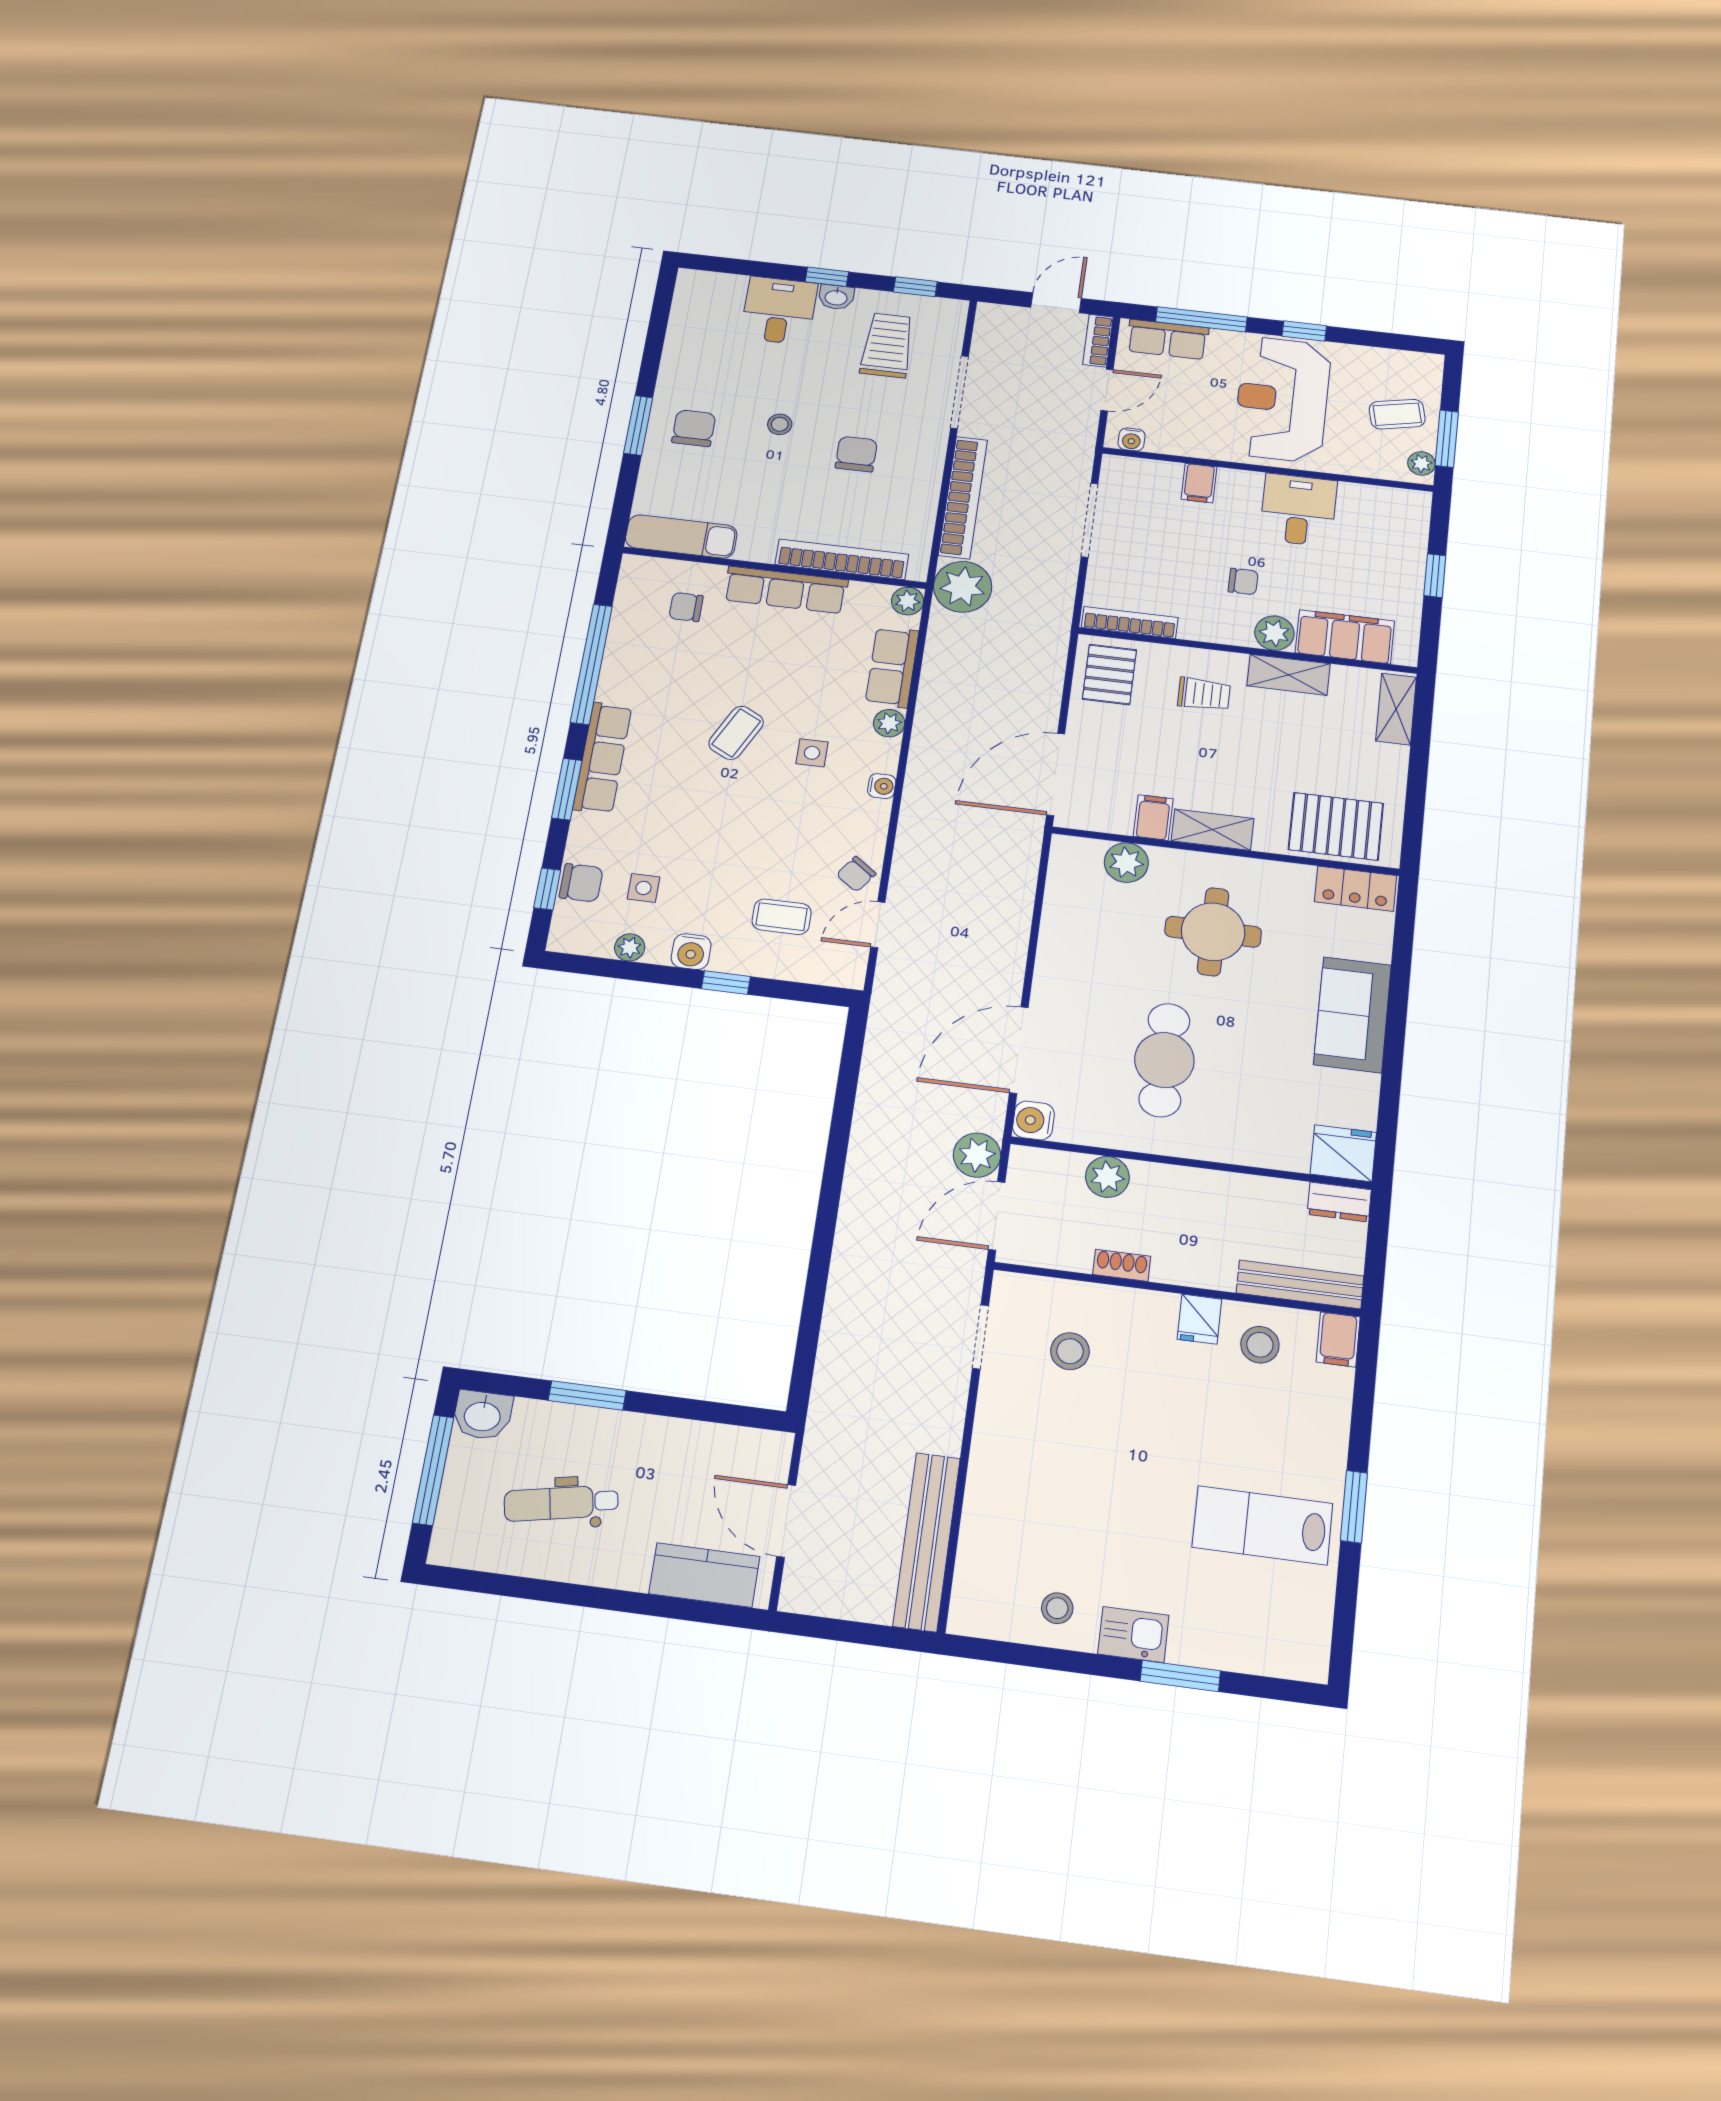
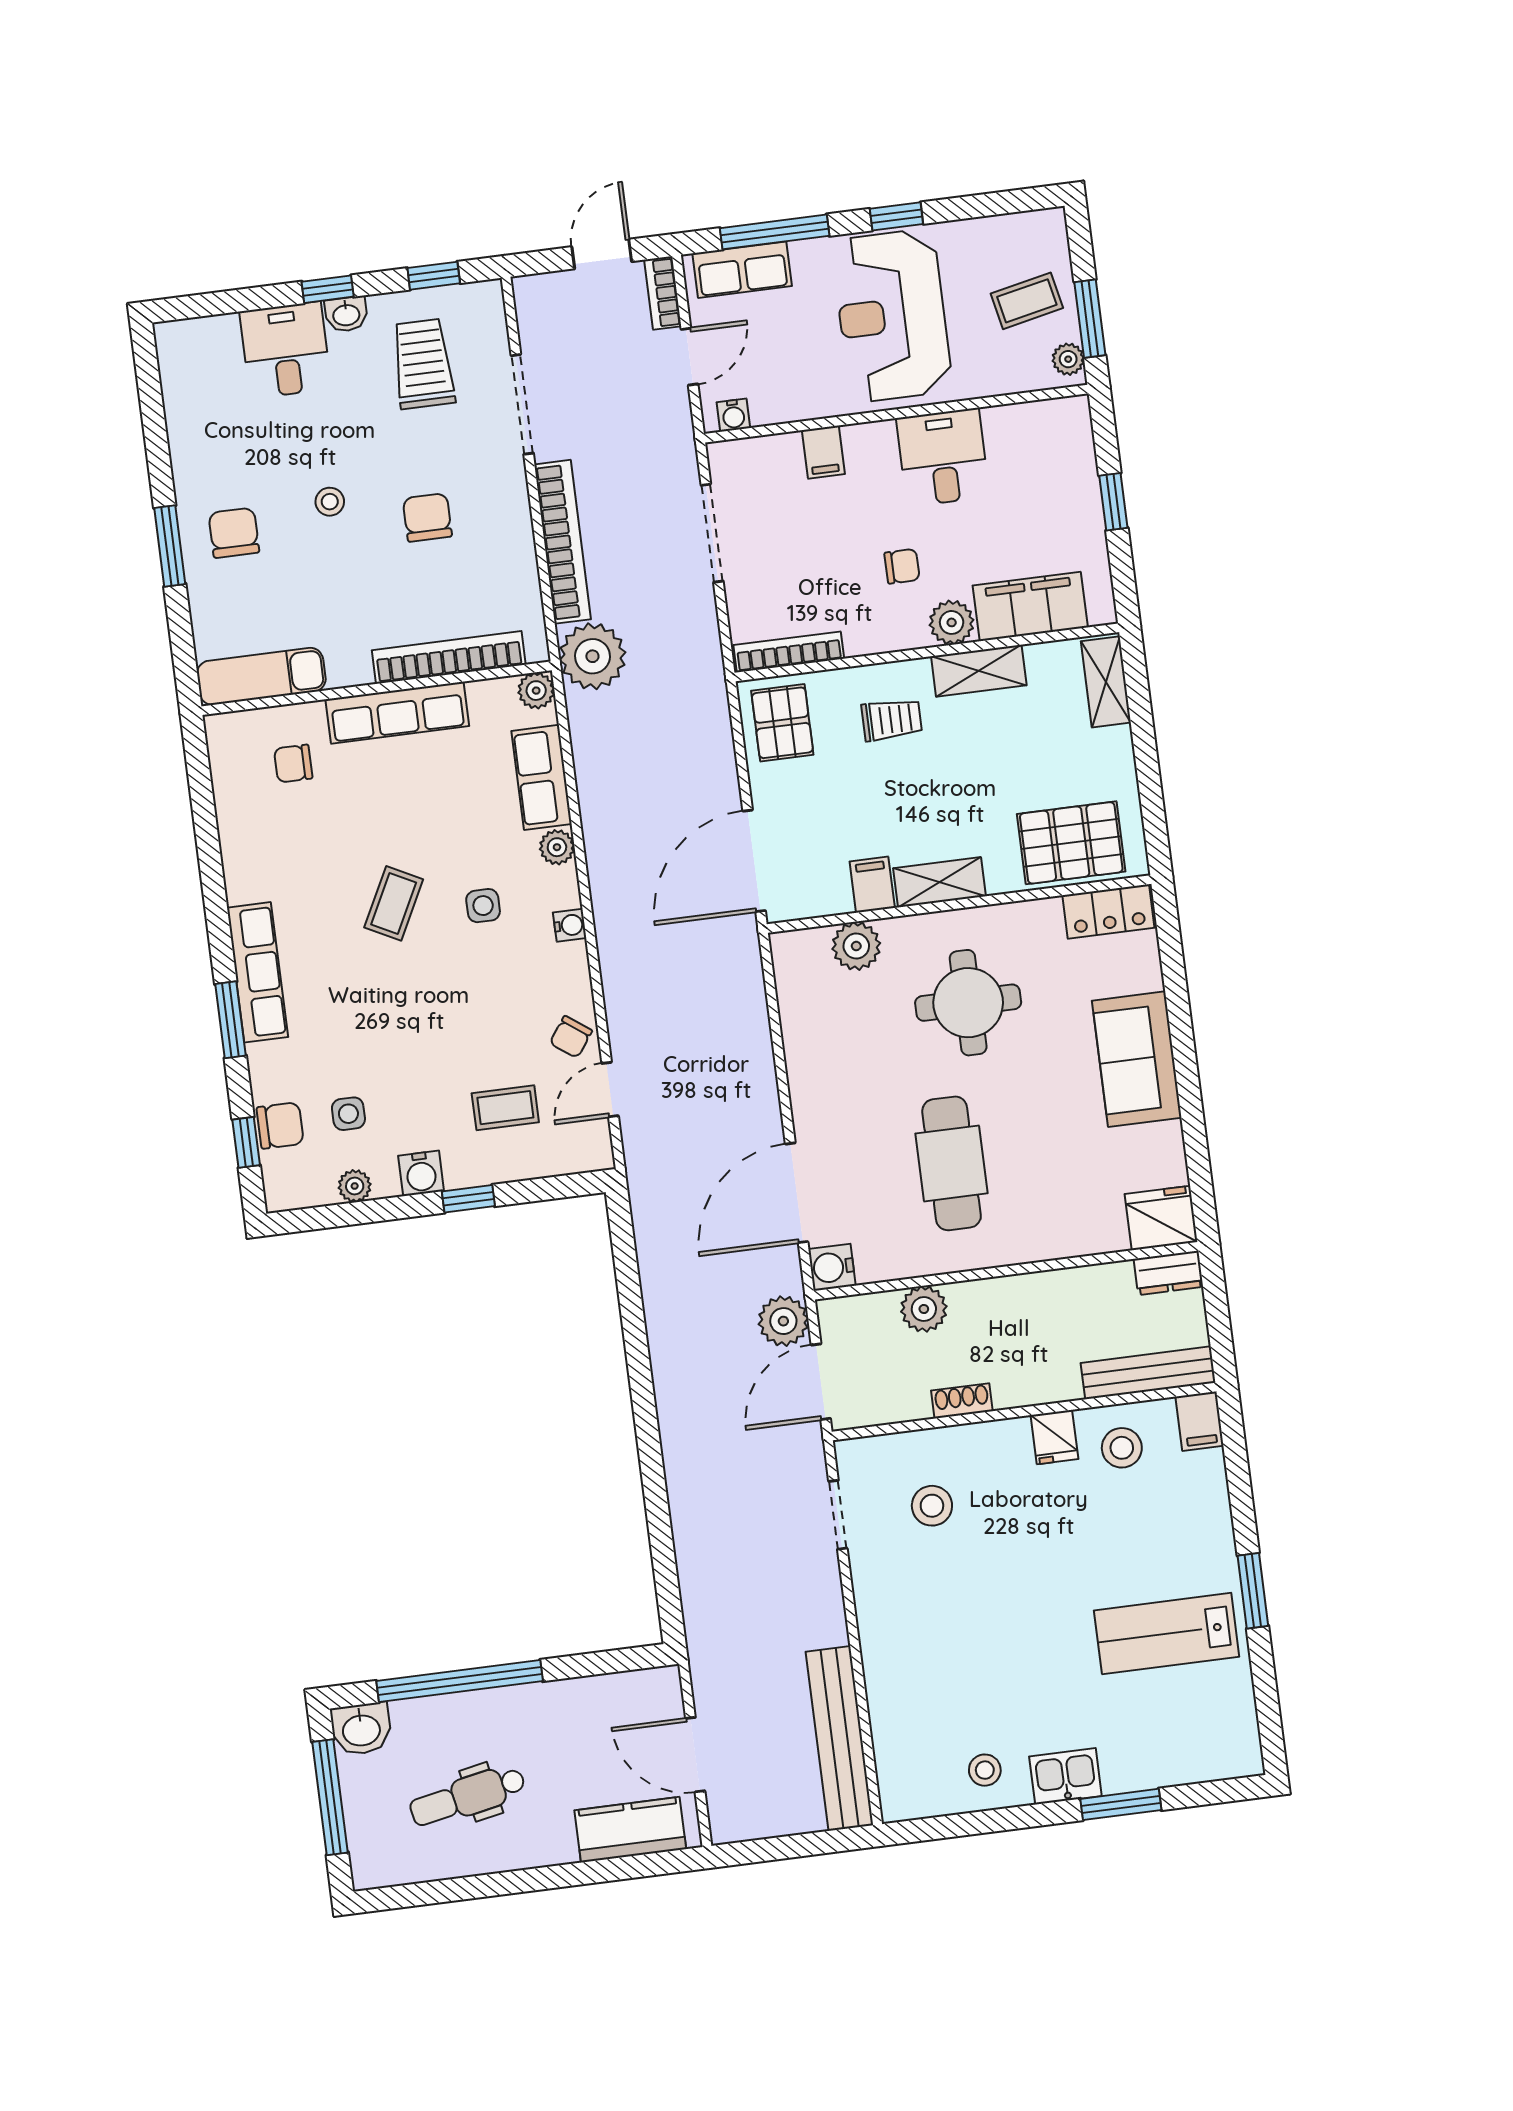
window: (591, 664) -> (210, 862), removed
window: (587, 1395) -> (460, 1681), width x2.11

